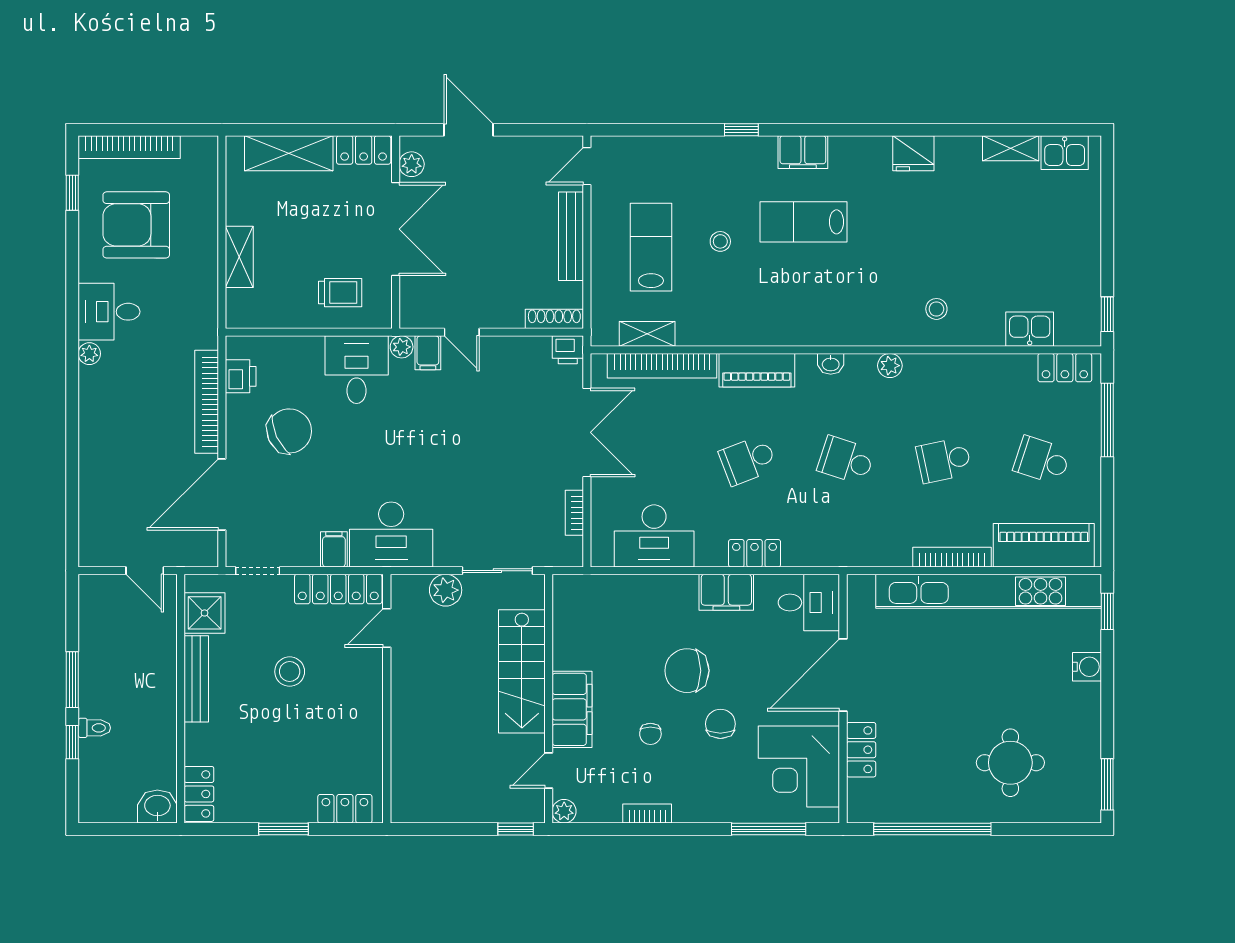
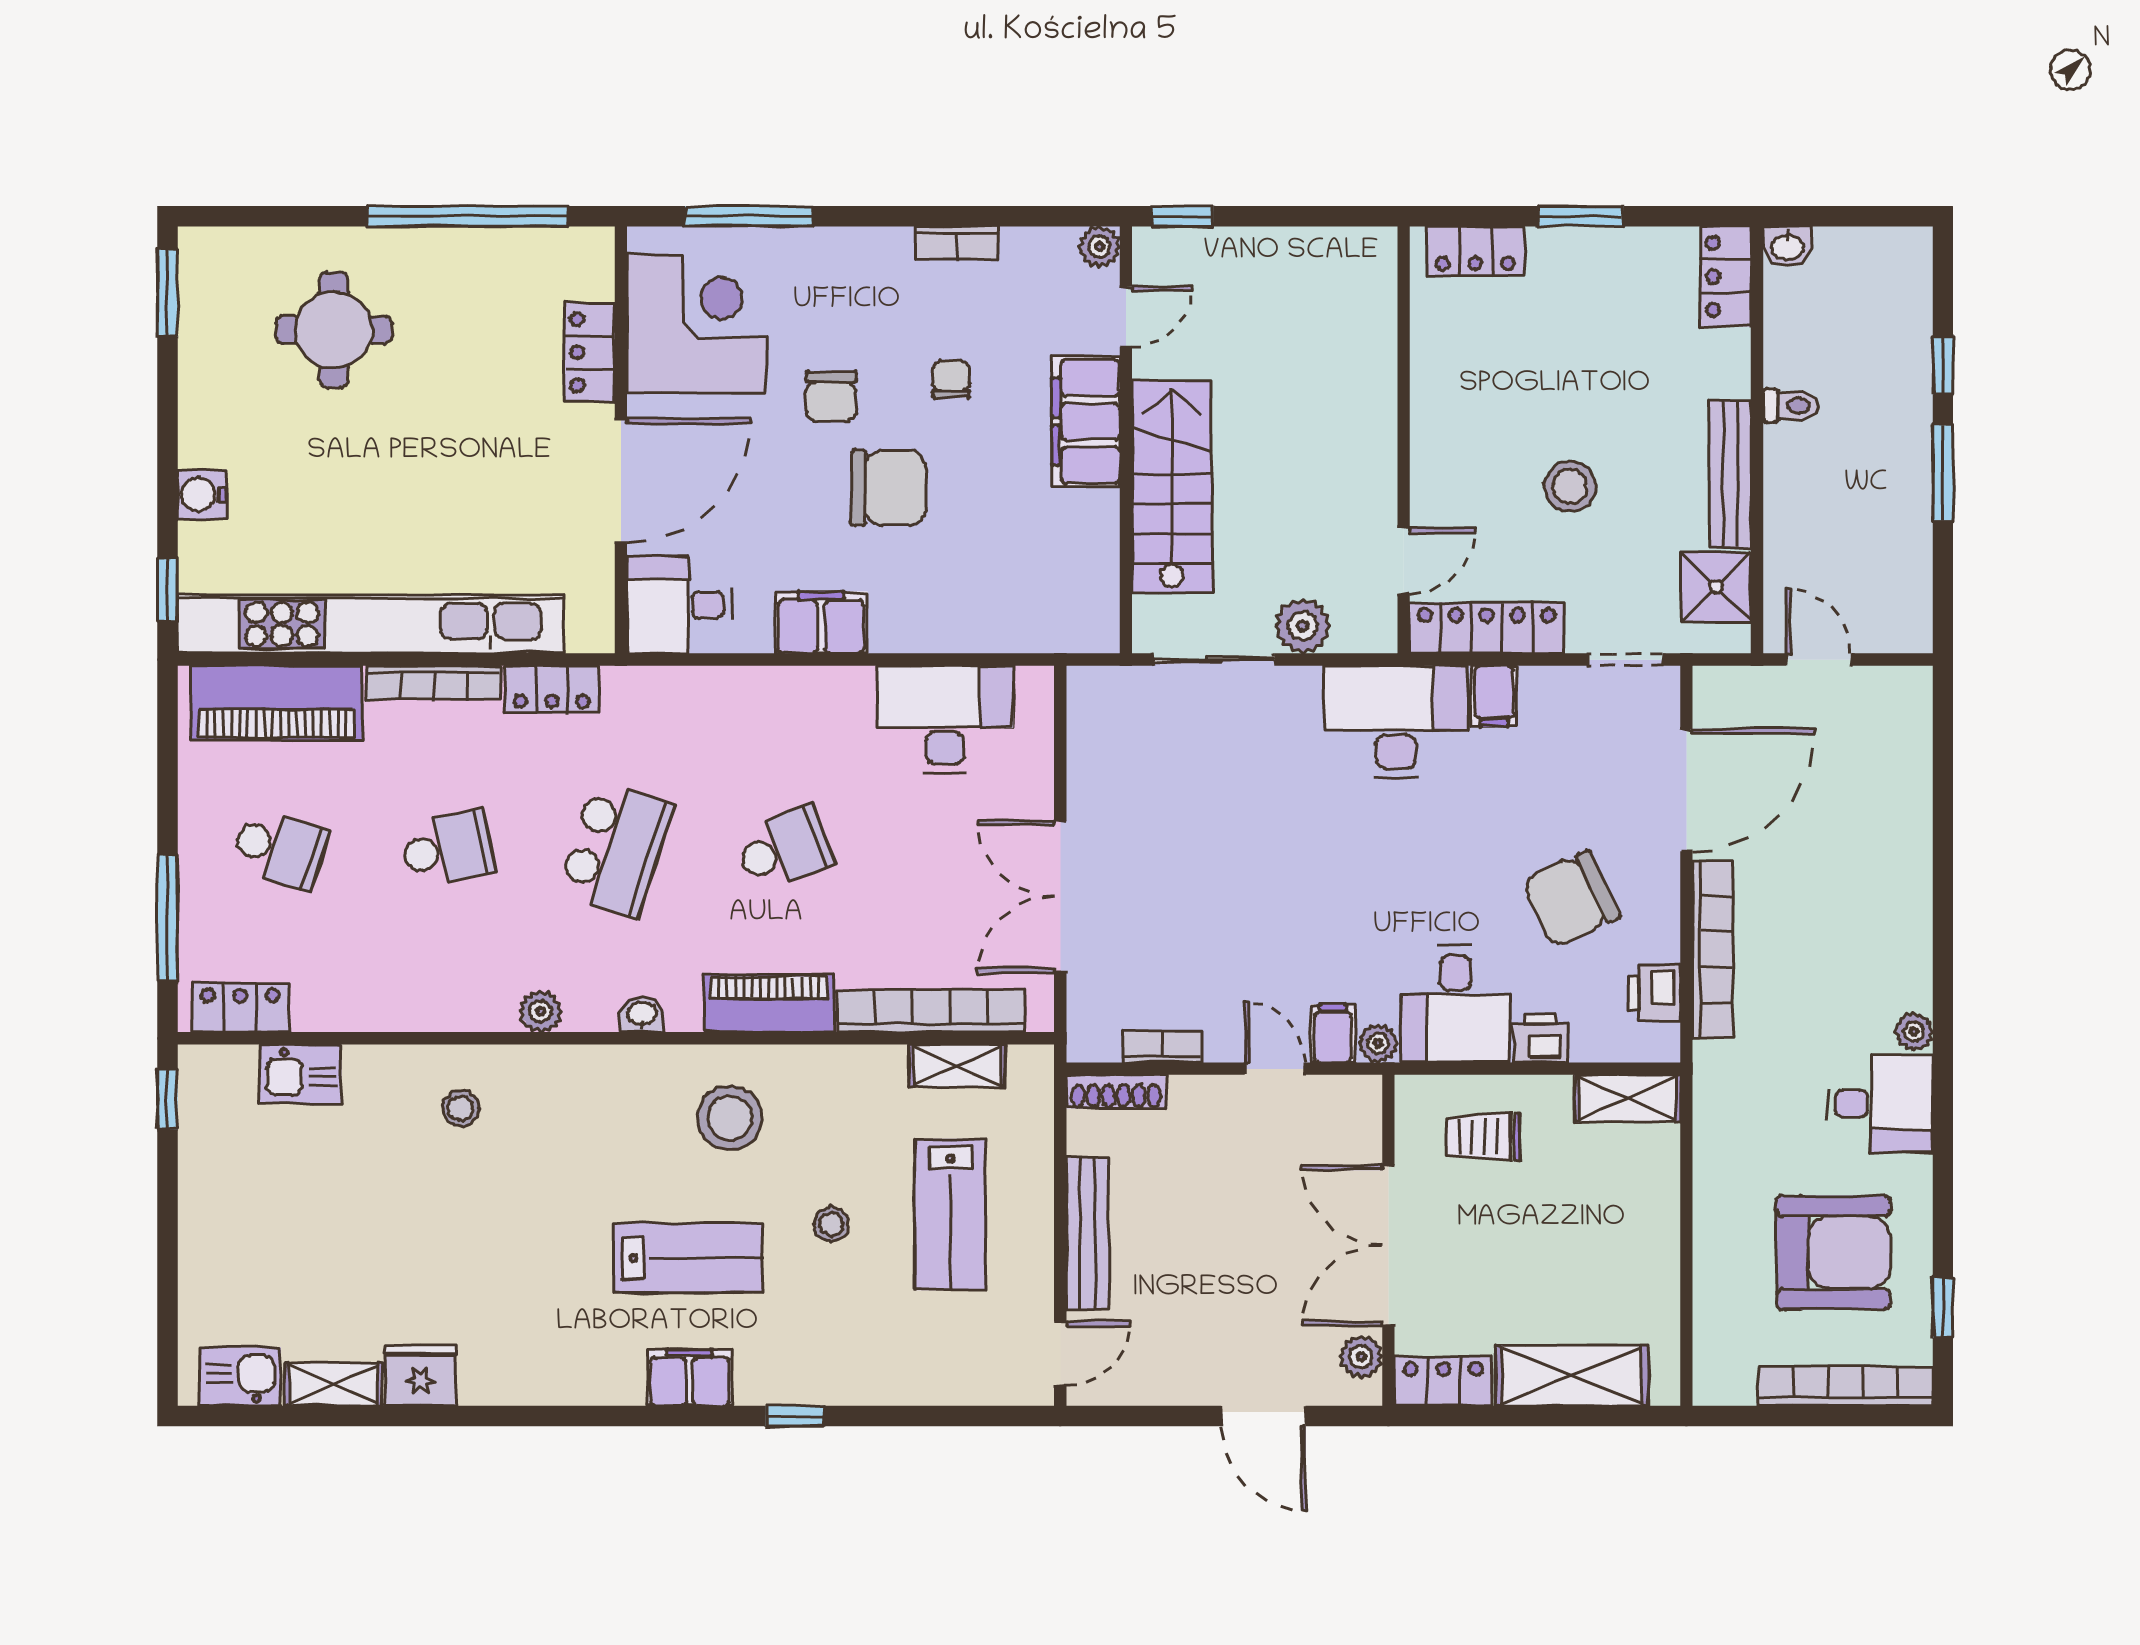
fridge: (913, 153) -> (421, 1376), moved
shelving: (239, 257) -> (1628, 1098), moved, turned 90
stool: (779, 304) -> (730, 1118), added
printer: (568, 350) -> (1540, 1038), moved
school desk: (846, 460) -> (616, 849), width x1.85
bookcase: (574, 513) -> (1162, 1047), moved, turned -90
locker: (755, 553) -> (552, 689), moved
toilet: (94, 728) -> (1791, 406), moved, turned 180
washbasin: (157, 806) -> (1788, 246), width x0.72, depth x0.69

